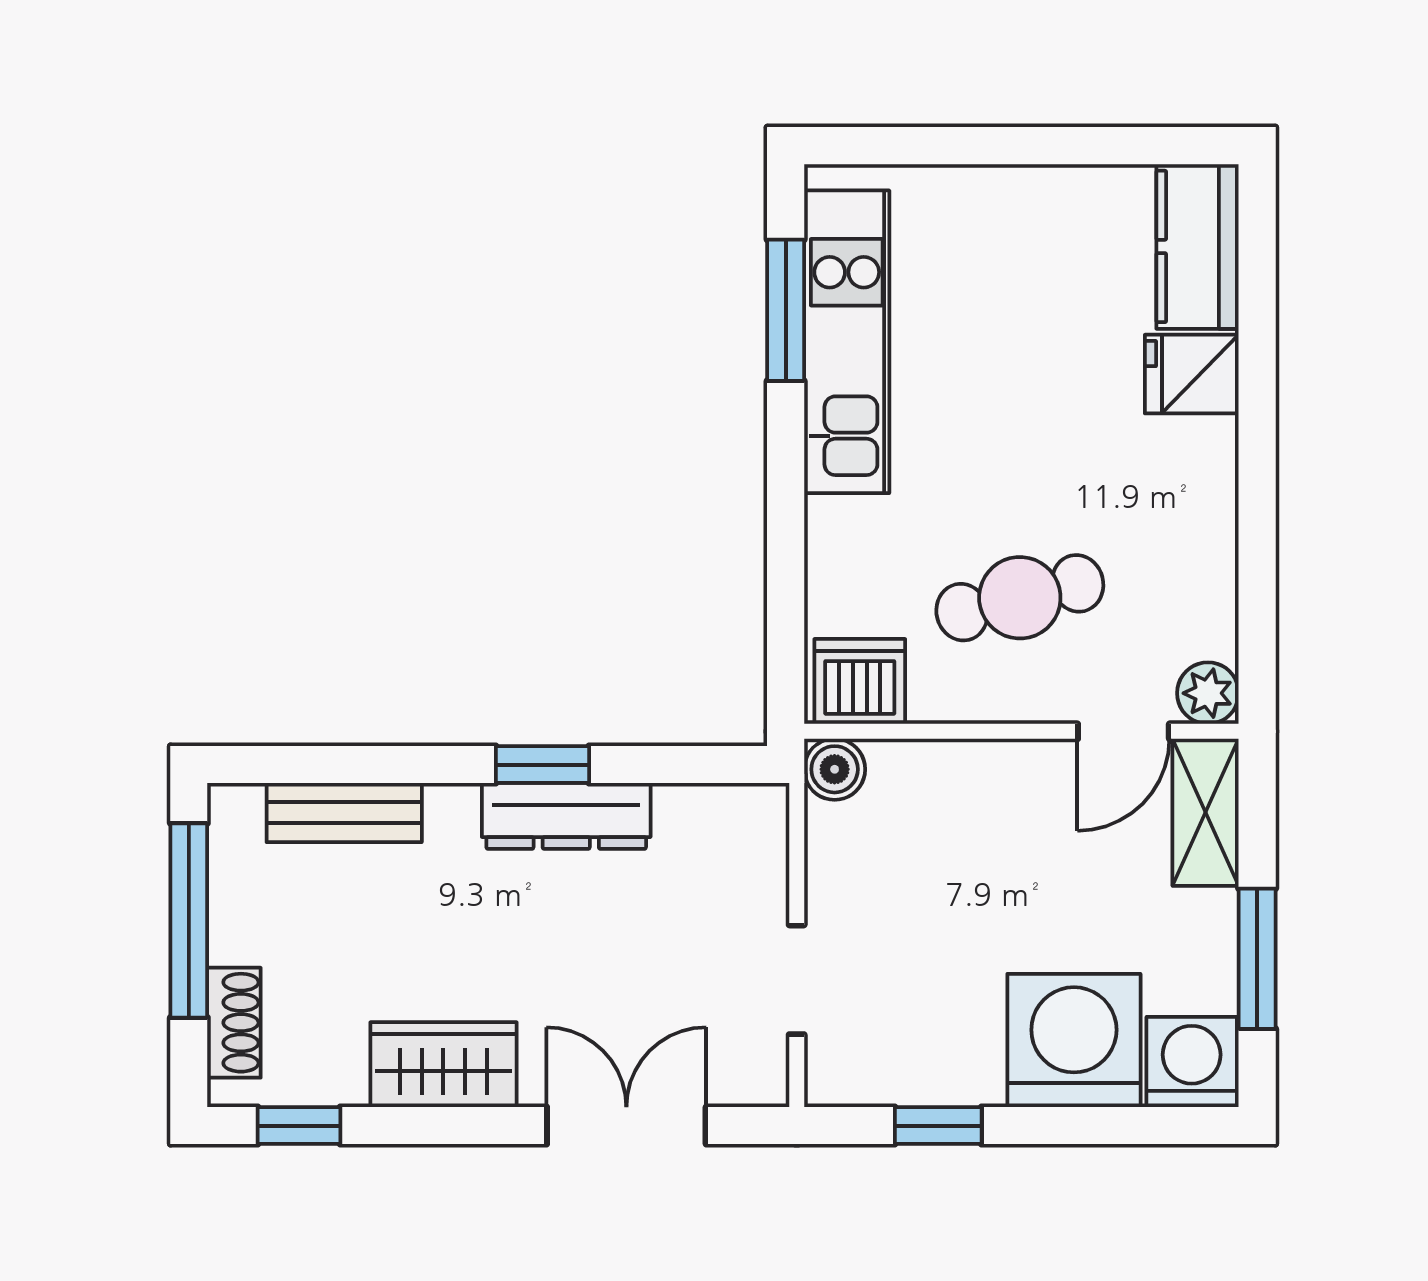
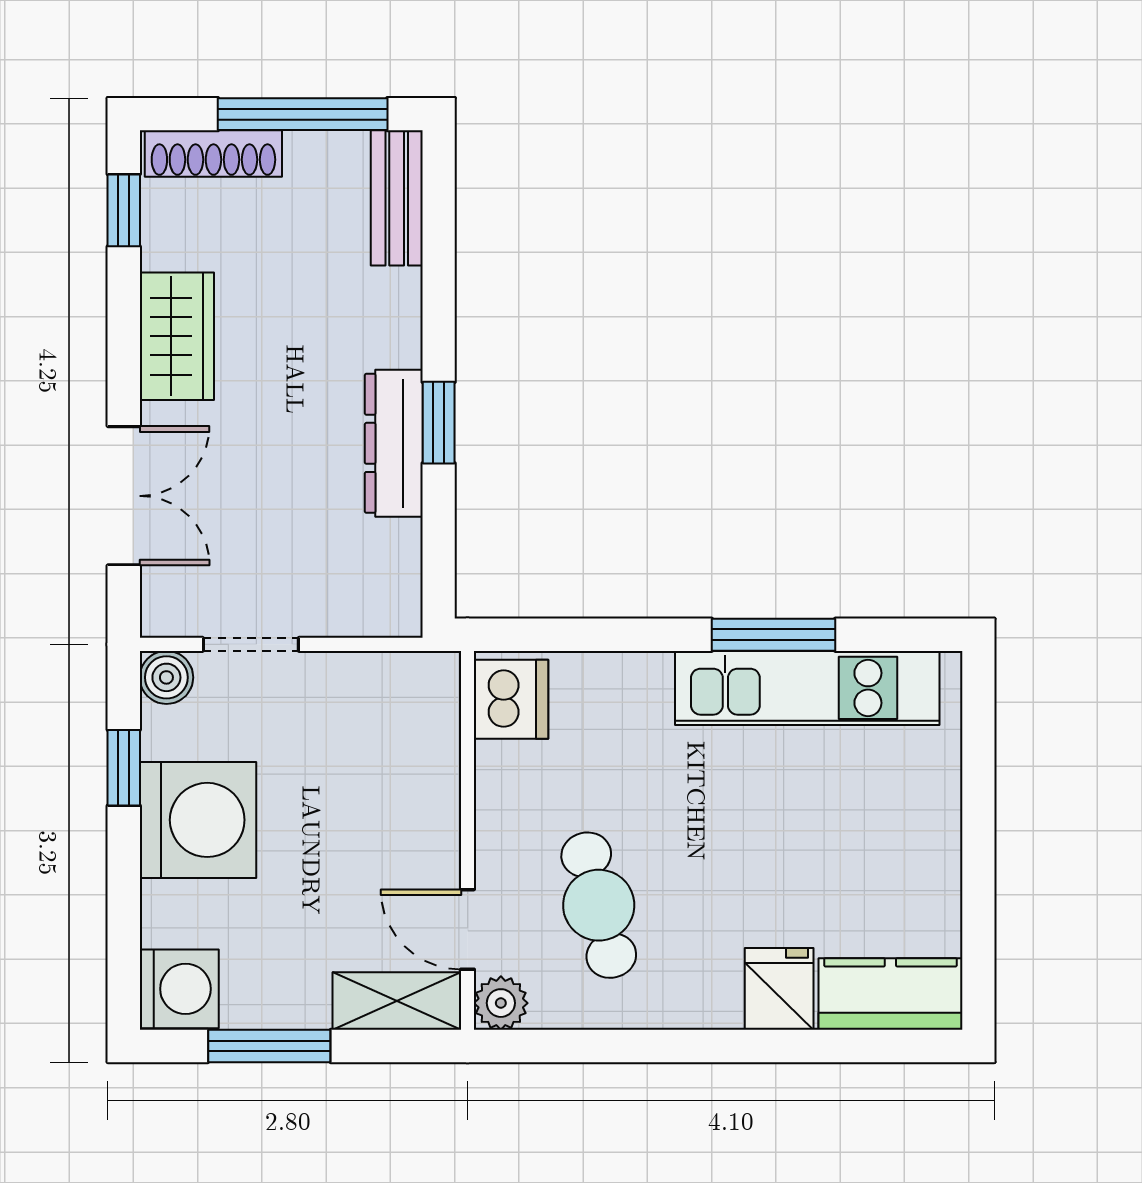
window: (786, 310) -> (774, 635), moved
cafe table: (1020, 598) -> (599, 905), moved
boiler: (835, 769) -> (166, 677), moved
bench: (344, 813) -> (397, 198), moved
shoe rack: (234, 1023) -> (213, 154), width x1.43
washing machine: (1074, 1040) -> (198, 820), moved

